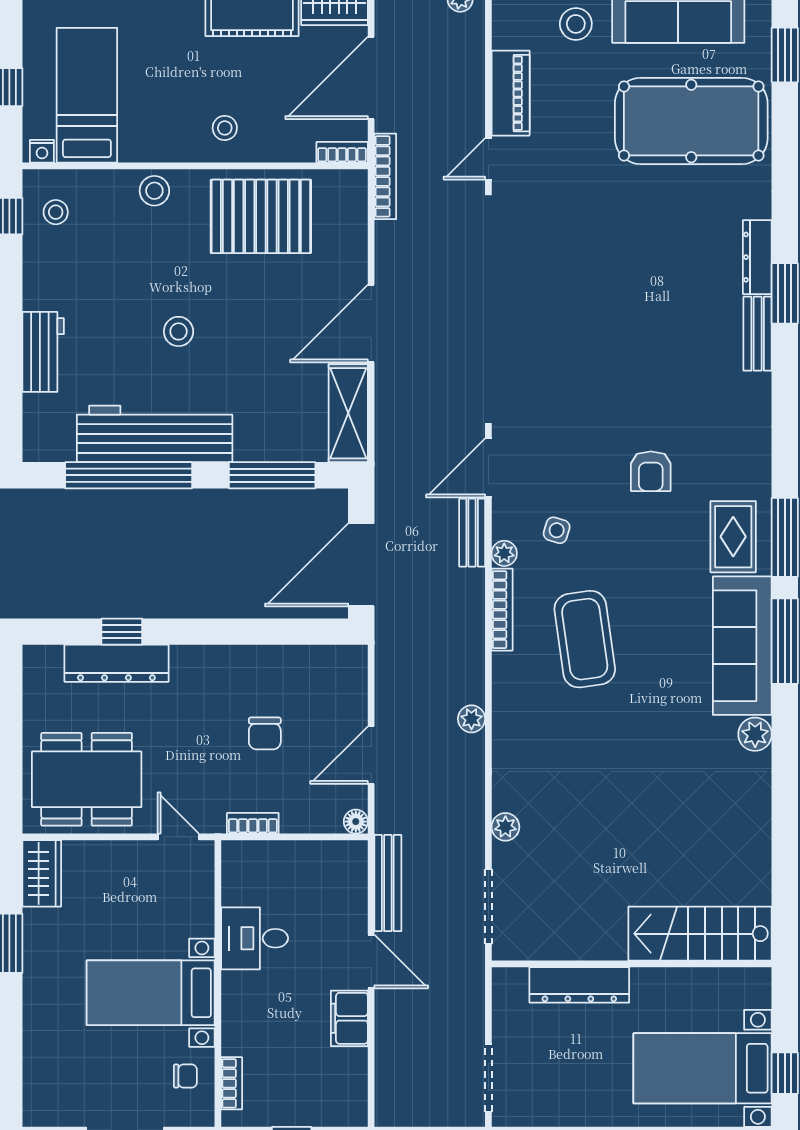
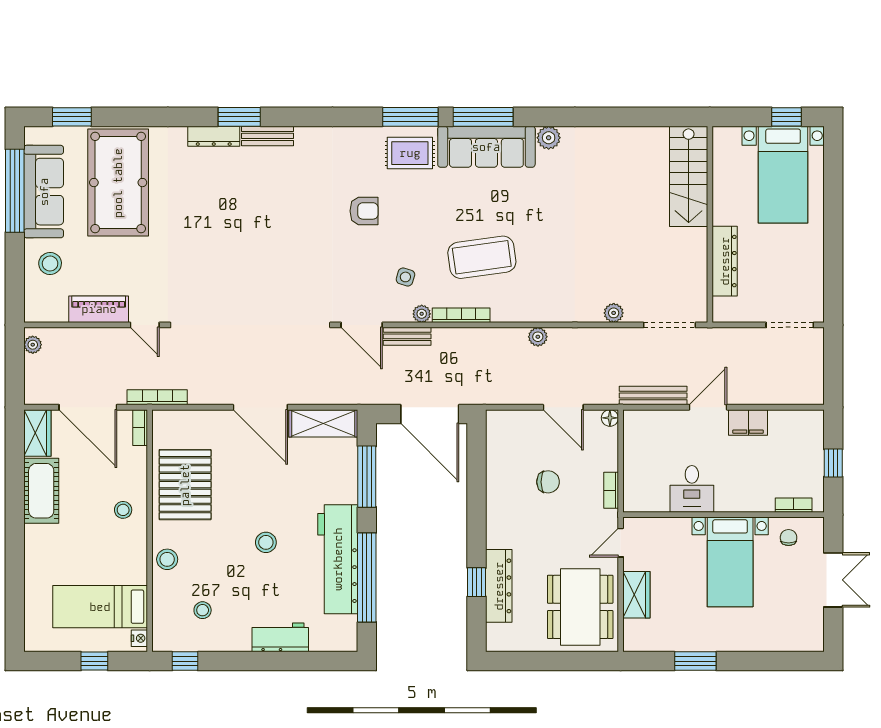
stool: (56, 212) -> (203, 610), moved
wardrobe: (42, 873) -> (636, 595), moved, turned 90

